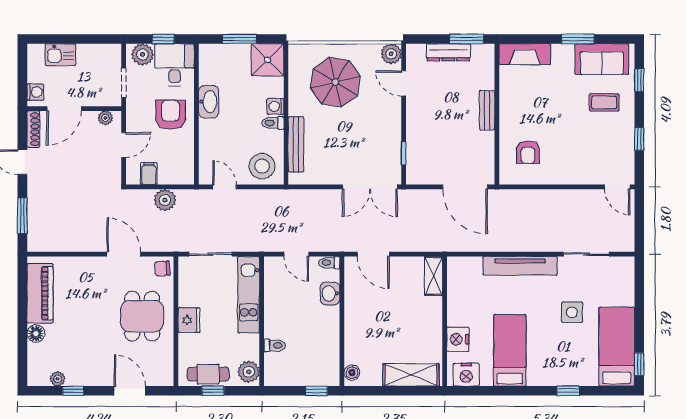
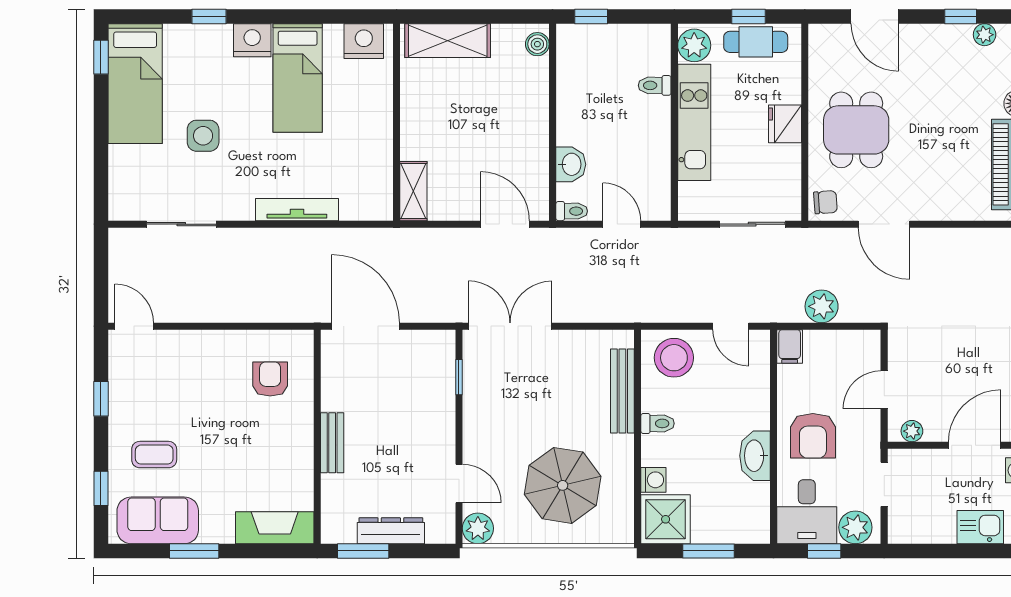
washing machine: (276, 106) -> (653, 480), moved
filing cabinet: (149, 174) -> (790, 346), moved
tv unit: (520, 266) -> (297, 210), width x0.73, depth x0.78
kitchen unit: (249, 295) -> (694, 122), moved
nightstand: (458, 339) -> (252, 40), moved, turned -90

